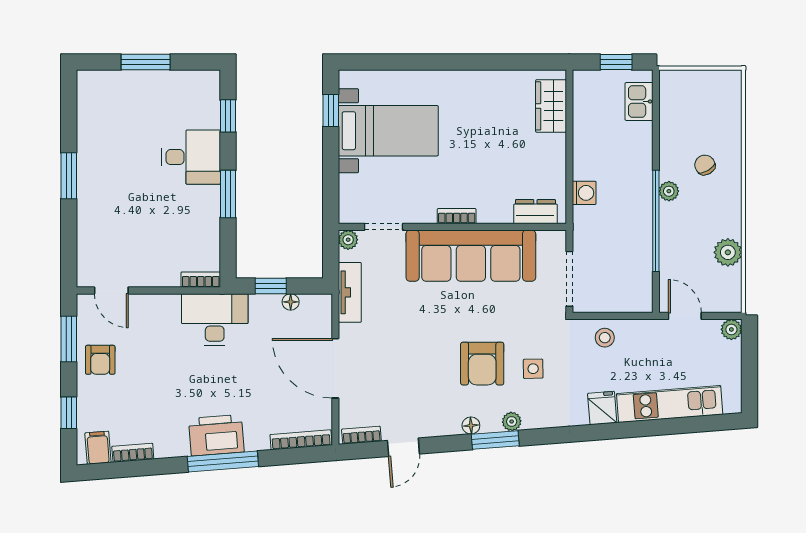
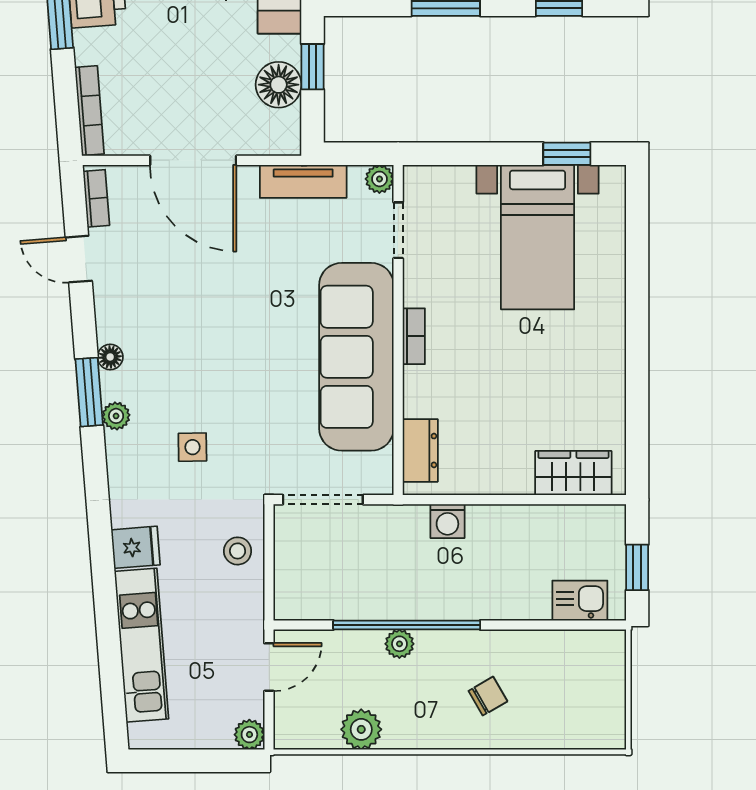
plant: (669, 191) -> (399, 644), moved
floor lamp: (291, 302) -> (279, 85), width x1.89, depth x1.89
armchair: (482, 364) -> (200, 373), removed
door: (335, 368) -> (193, 160), swing flipped

